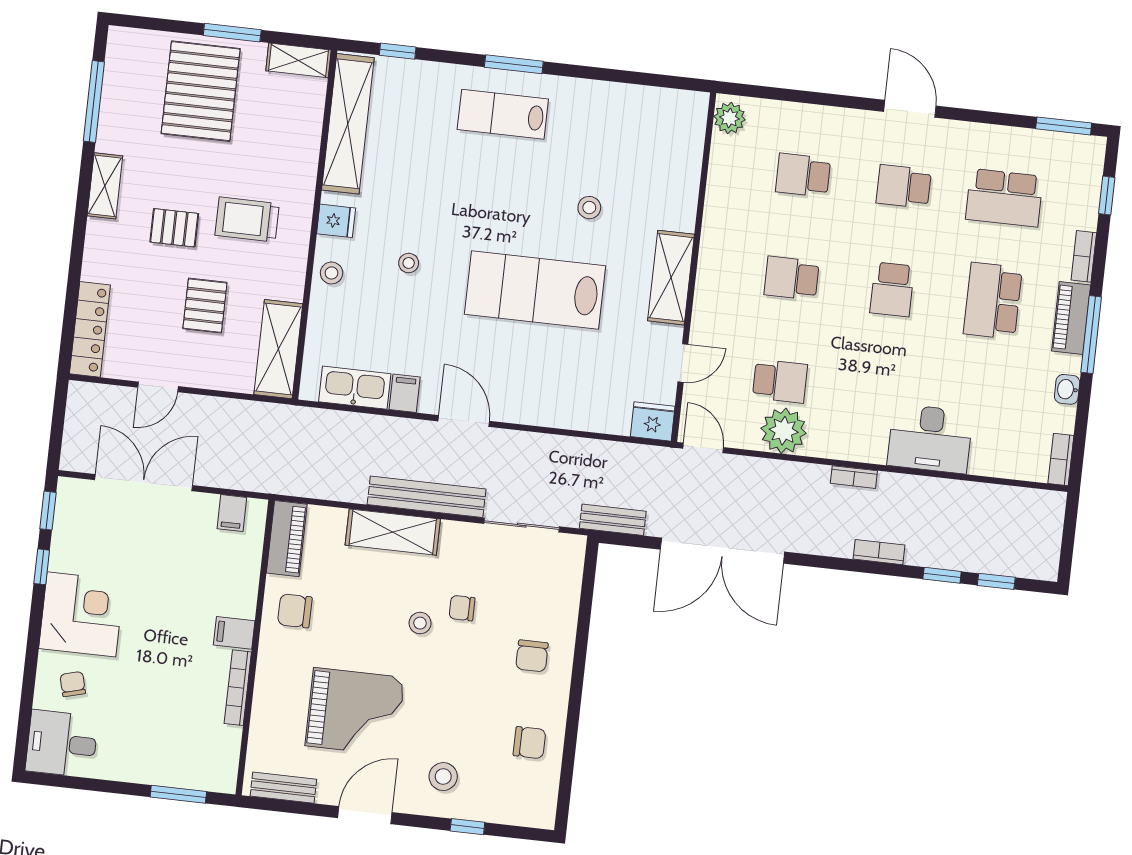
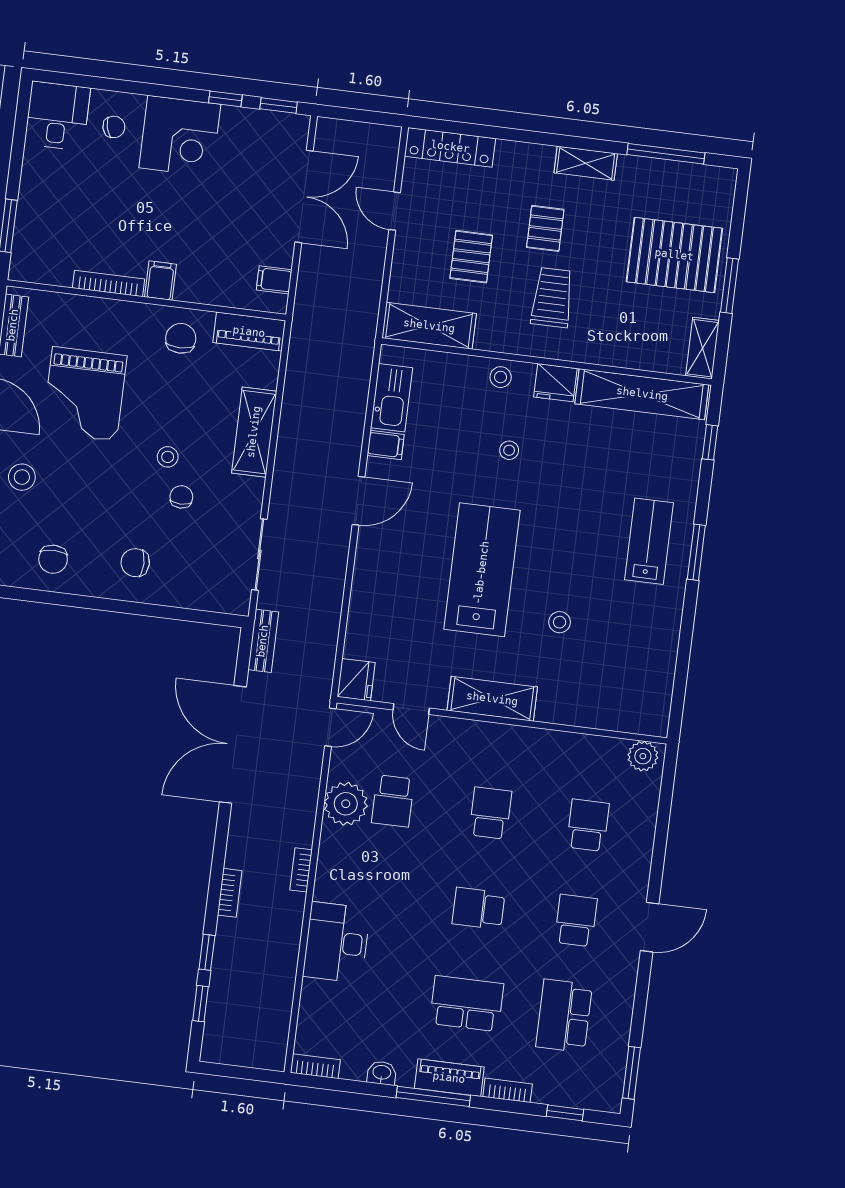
fridge: (336, 221) -> (555, 383), width x1.38
pallet: (205, 306) -> (471, 257), turned 90
bench: (427, 497) -> (287, 465), removed

